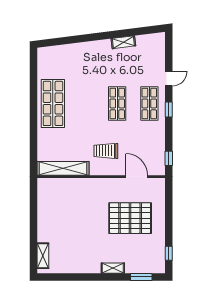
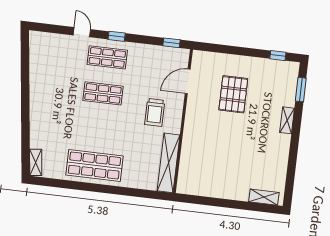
shelving: (123, 42) -> (36, 162), moved
pallet: (130, 218) -> (233, 94), width x0.73, depth x0.71

